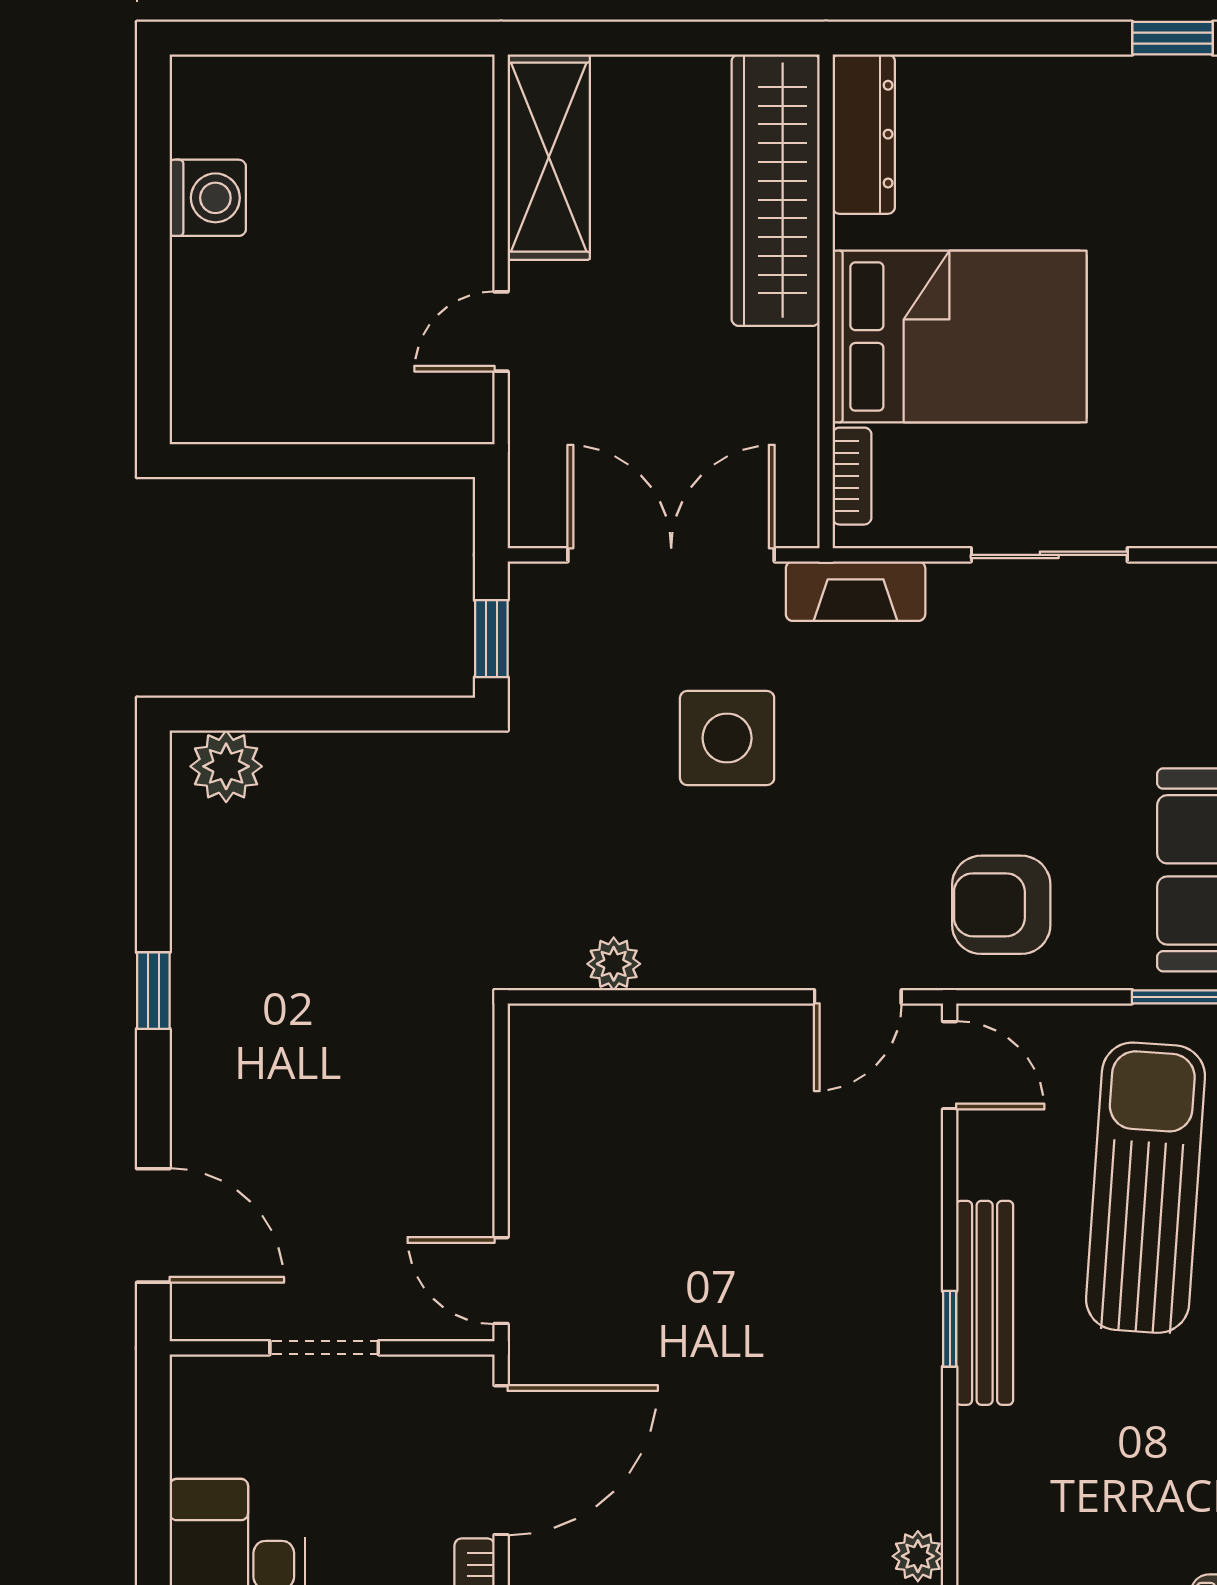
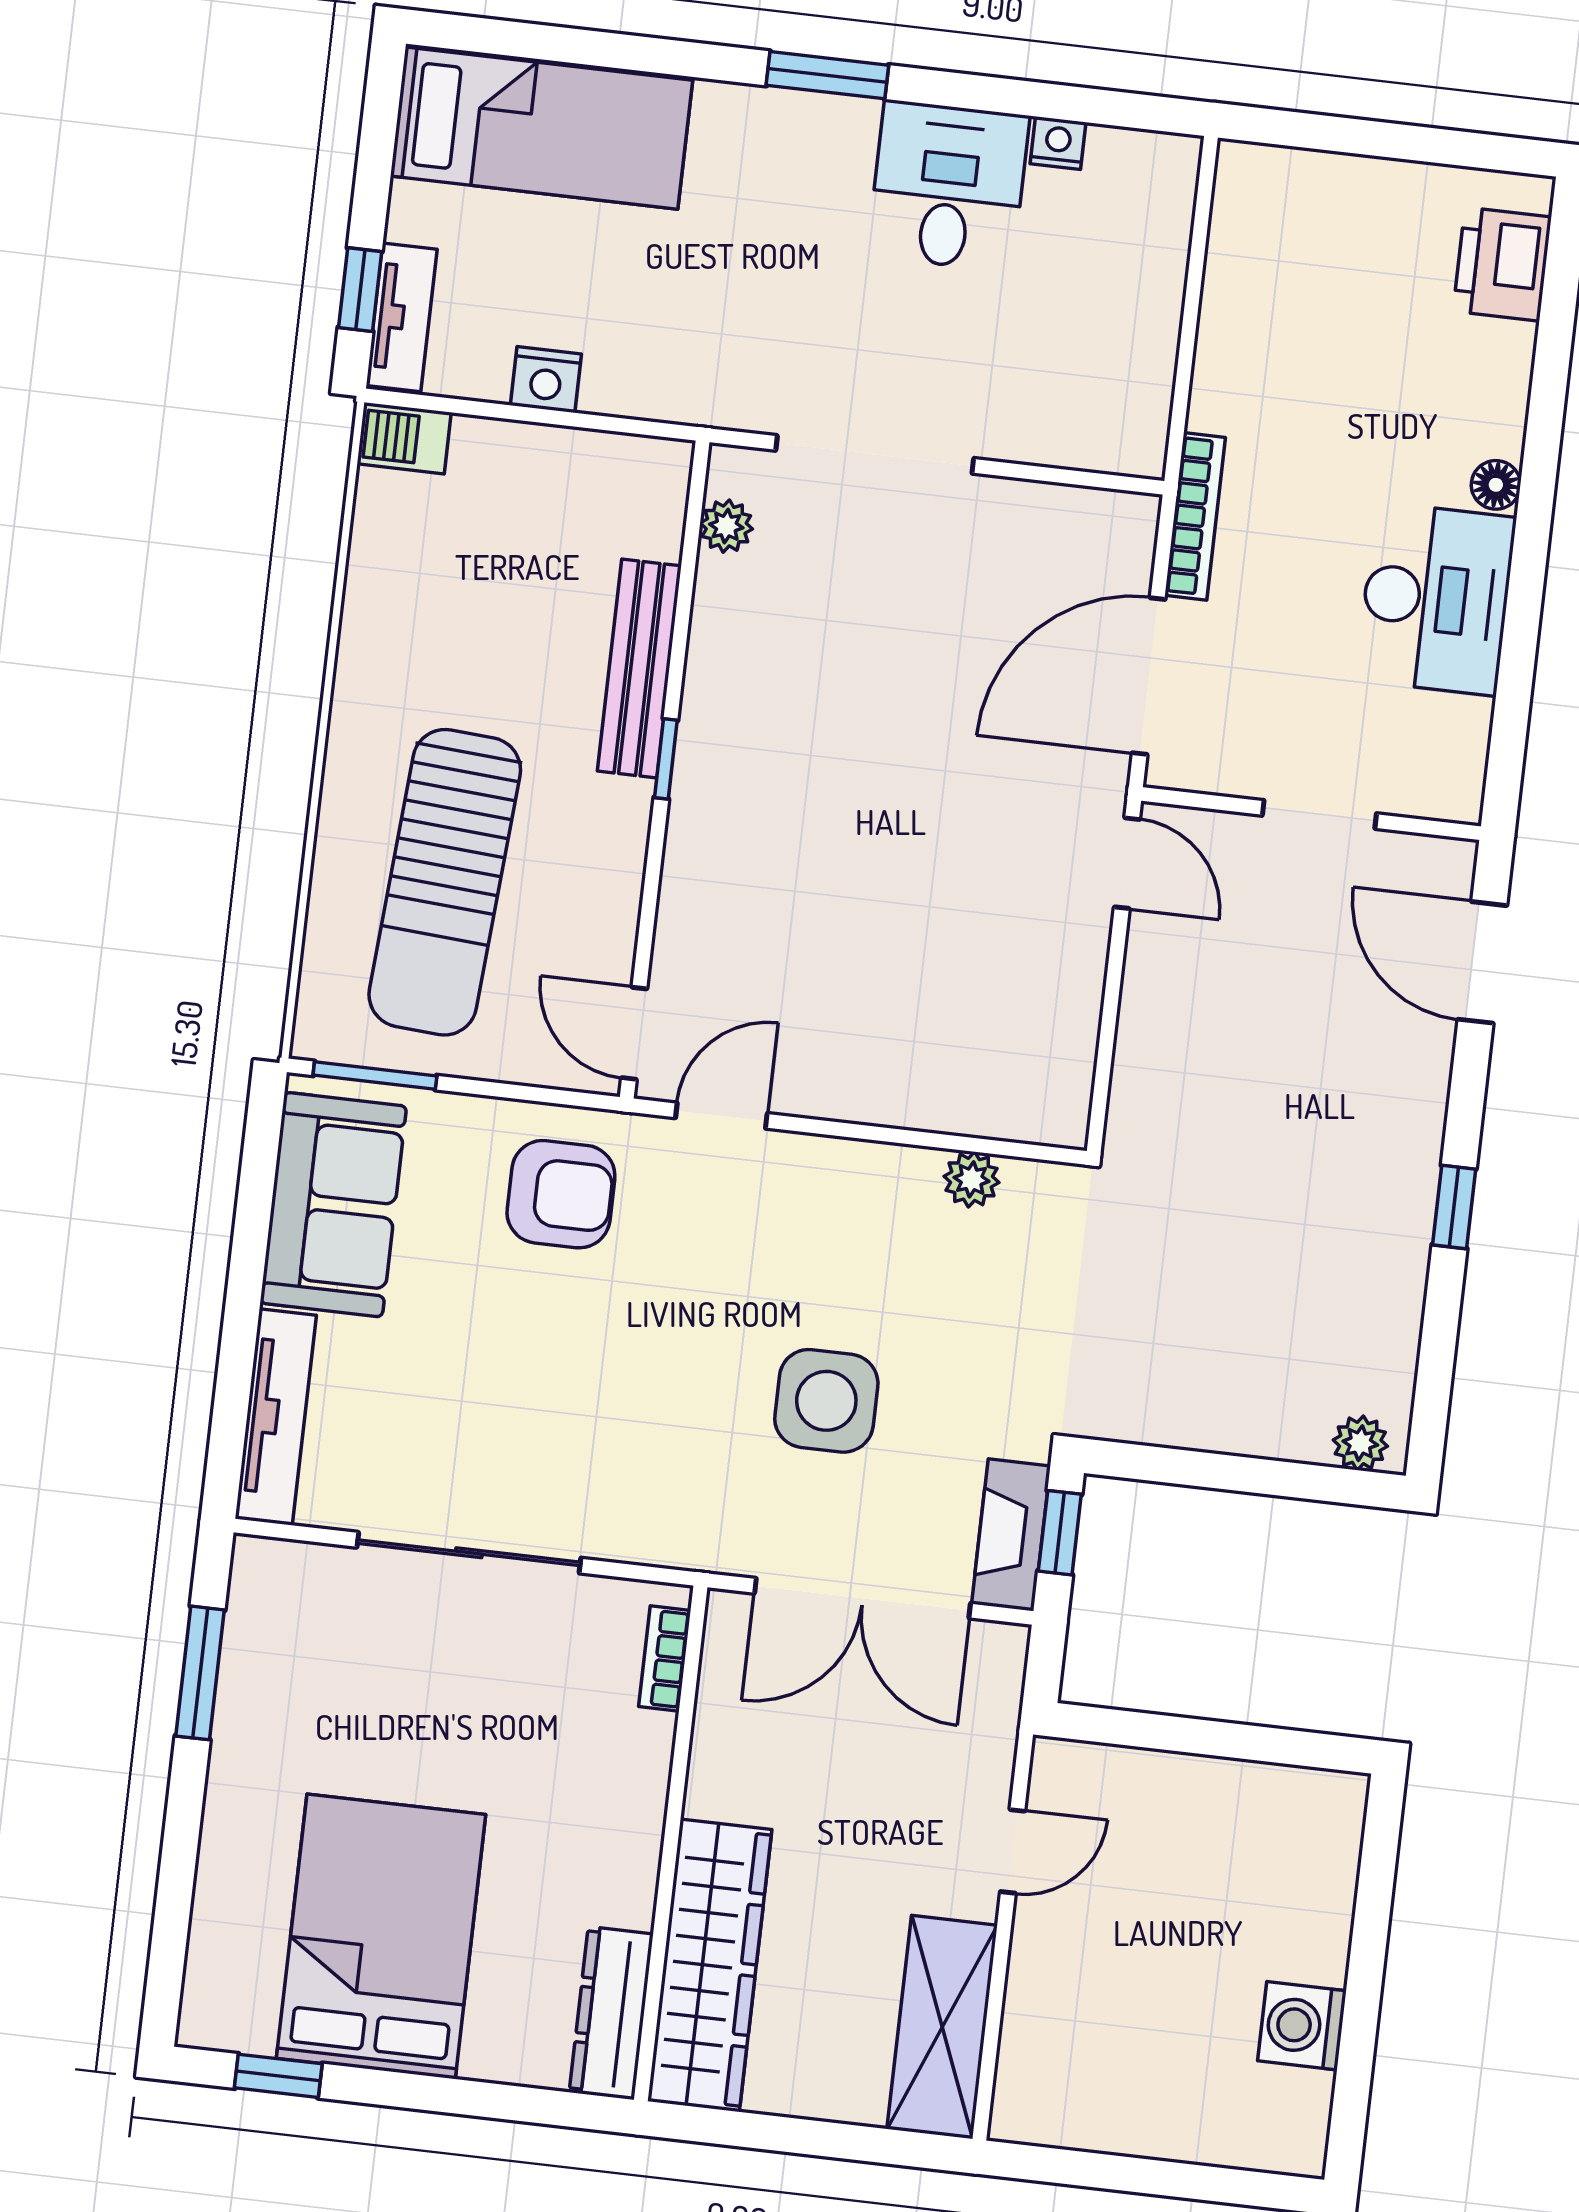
bed: (960, 337) -> (381, 1936), moved, turned 90
sliding door: (1049, 555) -> (469, 1553), width x1.37
fireplace: (856, 591) -> (1011, 1535), moved, turned -90
plant: (226, 766) -> (1360, 1443), width x0.73, depth x0.73
bench: (985, 1303) -> (639, 668), moved

